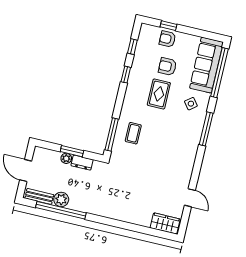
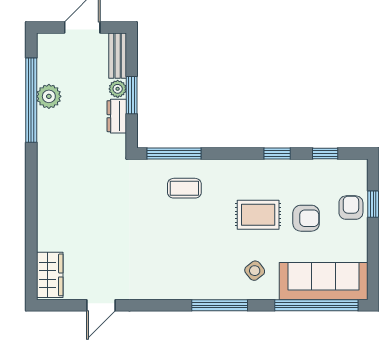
armchair: (167, 67) -> (306, 218), turned 90
bench: (39, 196) -> (118, 56), moved

